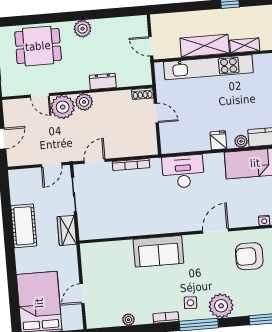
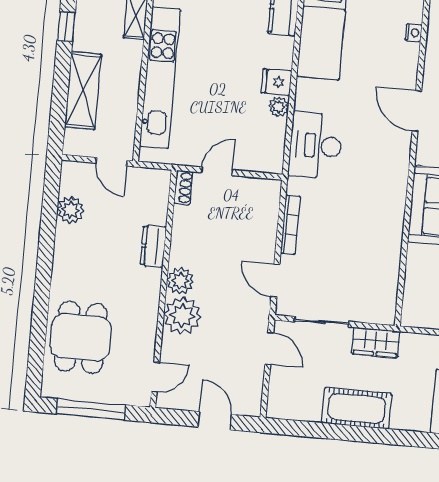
plant: (83, 29) -> (71, 210), moved
door: (151, 46) -> (112, 162), hinge flipped
shelving: (205, 46) -> (83, 91), moved
door: (40, 95) -> (155, 377), moved
plant: (241, 141) -> (279, 107), moved

